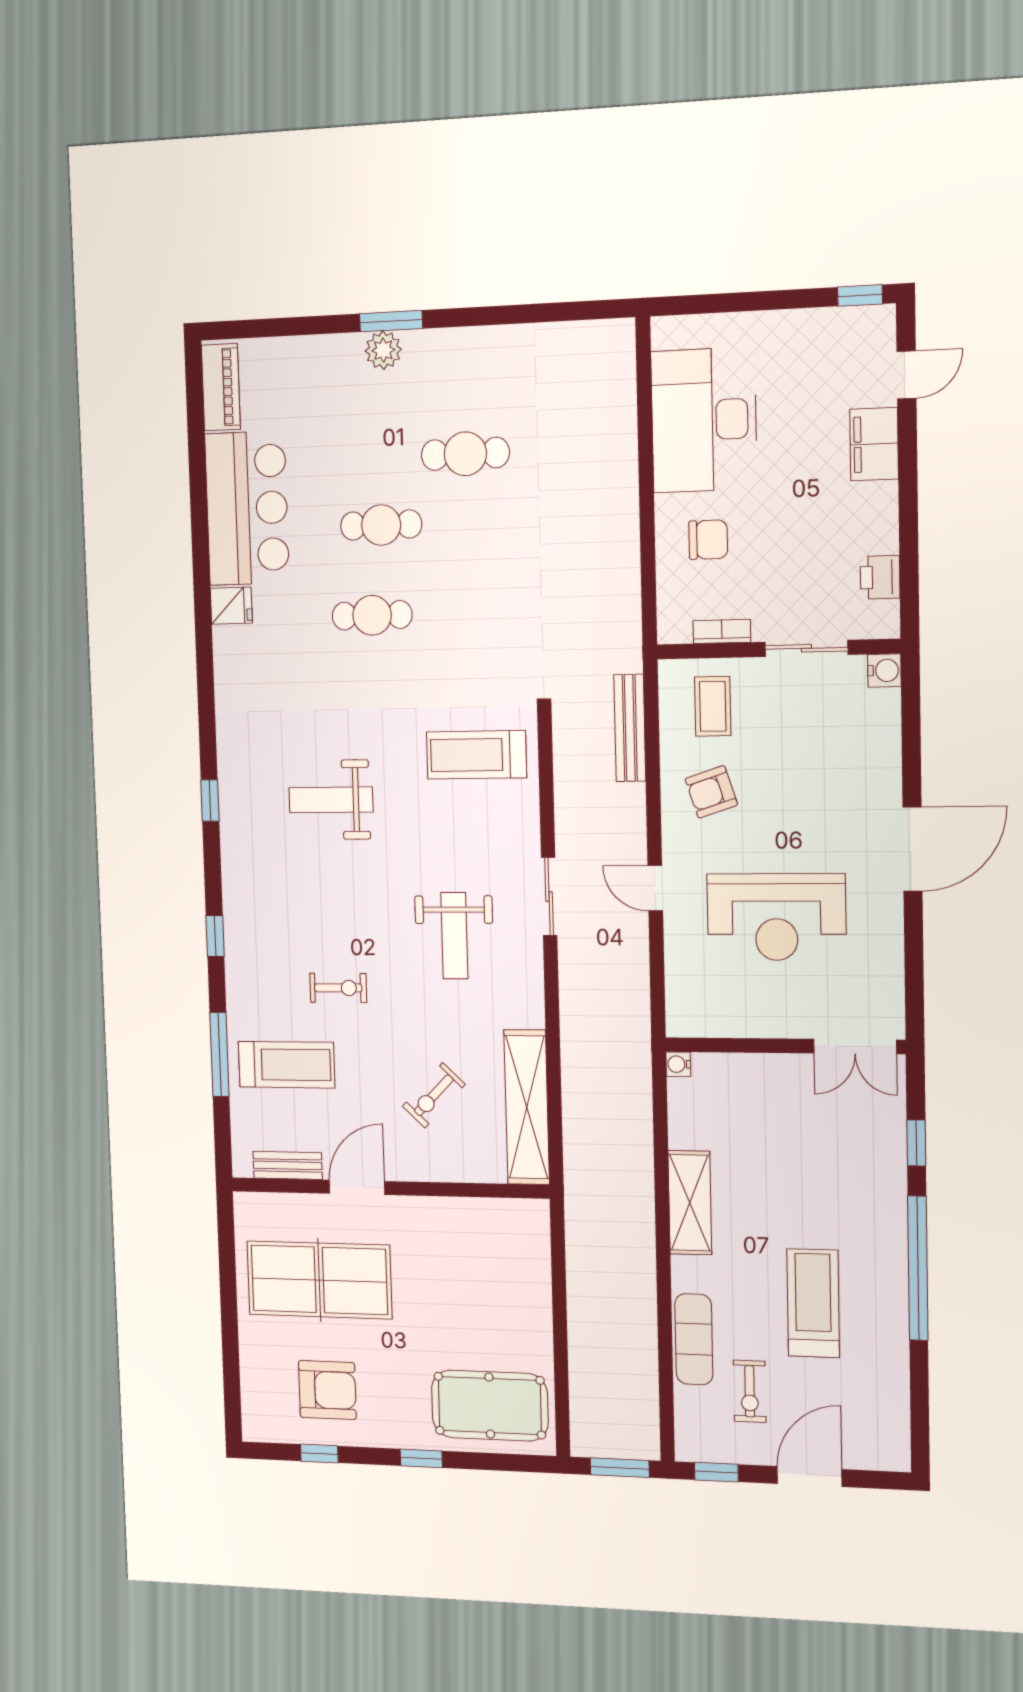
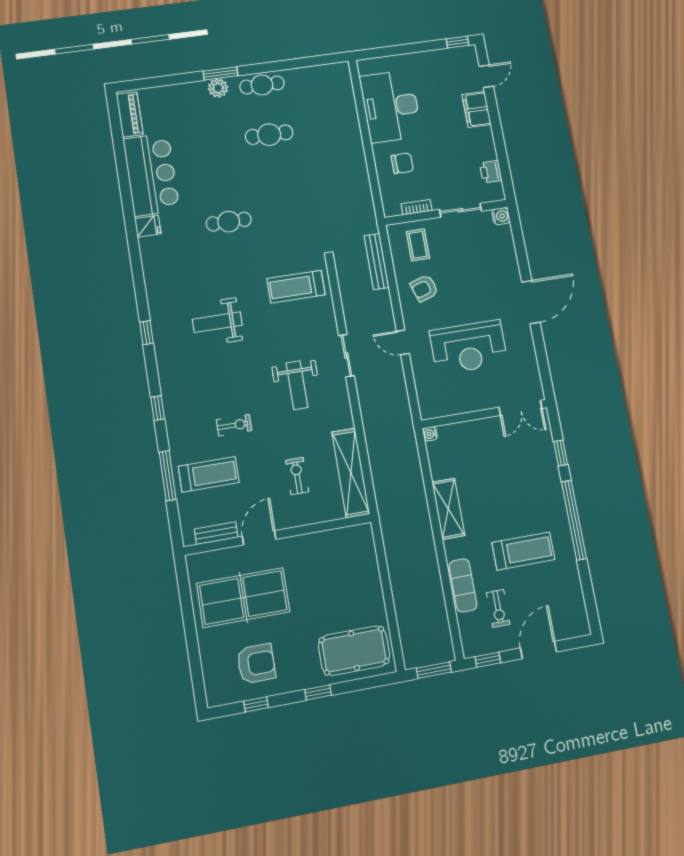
cafe table: (381, 525) -> (262, 85), moved
exercise bike: (434, 1095) -> (297, 476), turned 136
treadmill: (813, 1303) -> (523, 551), turned 90

